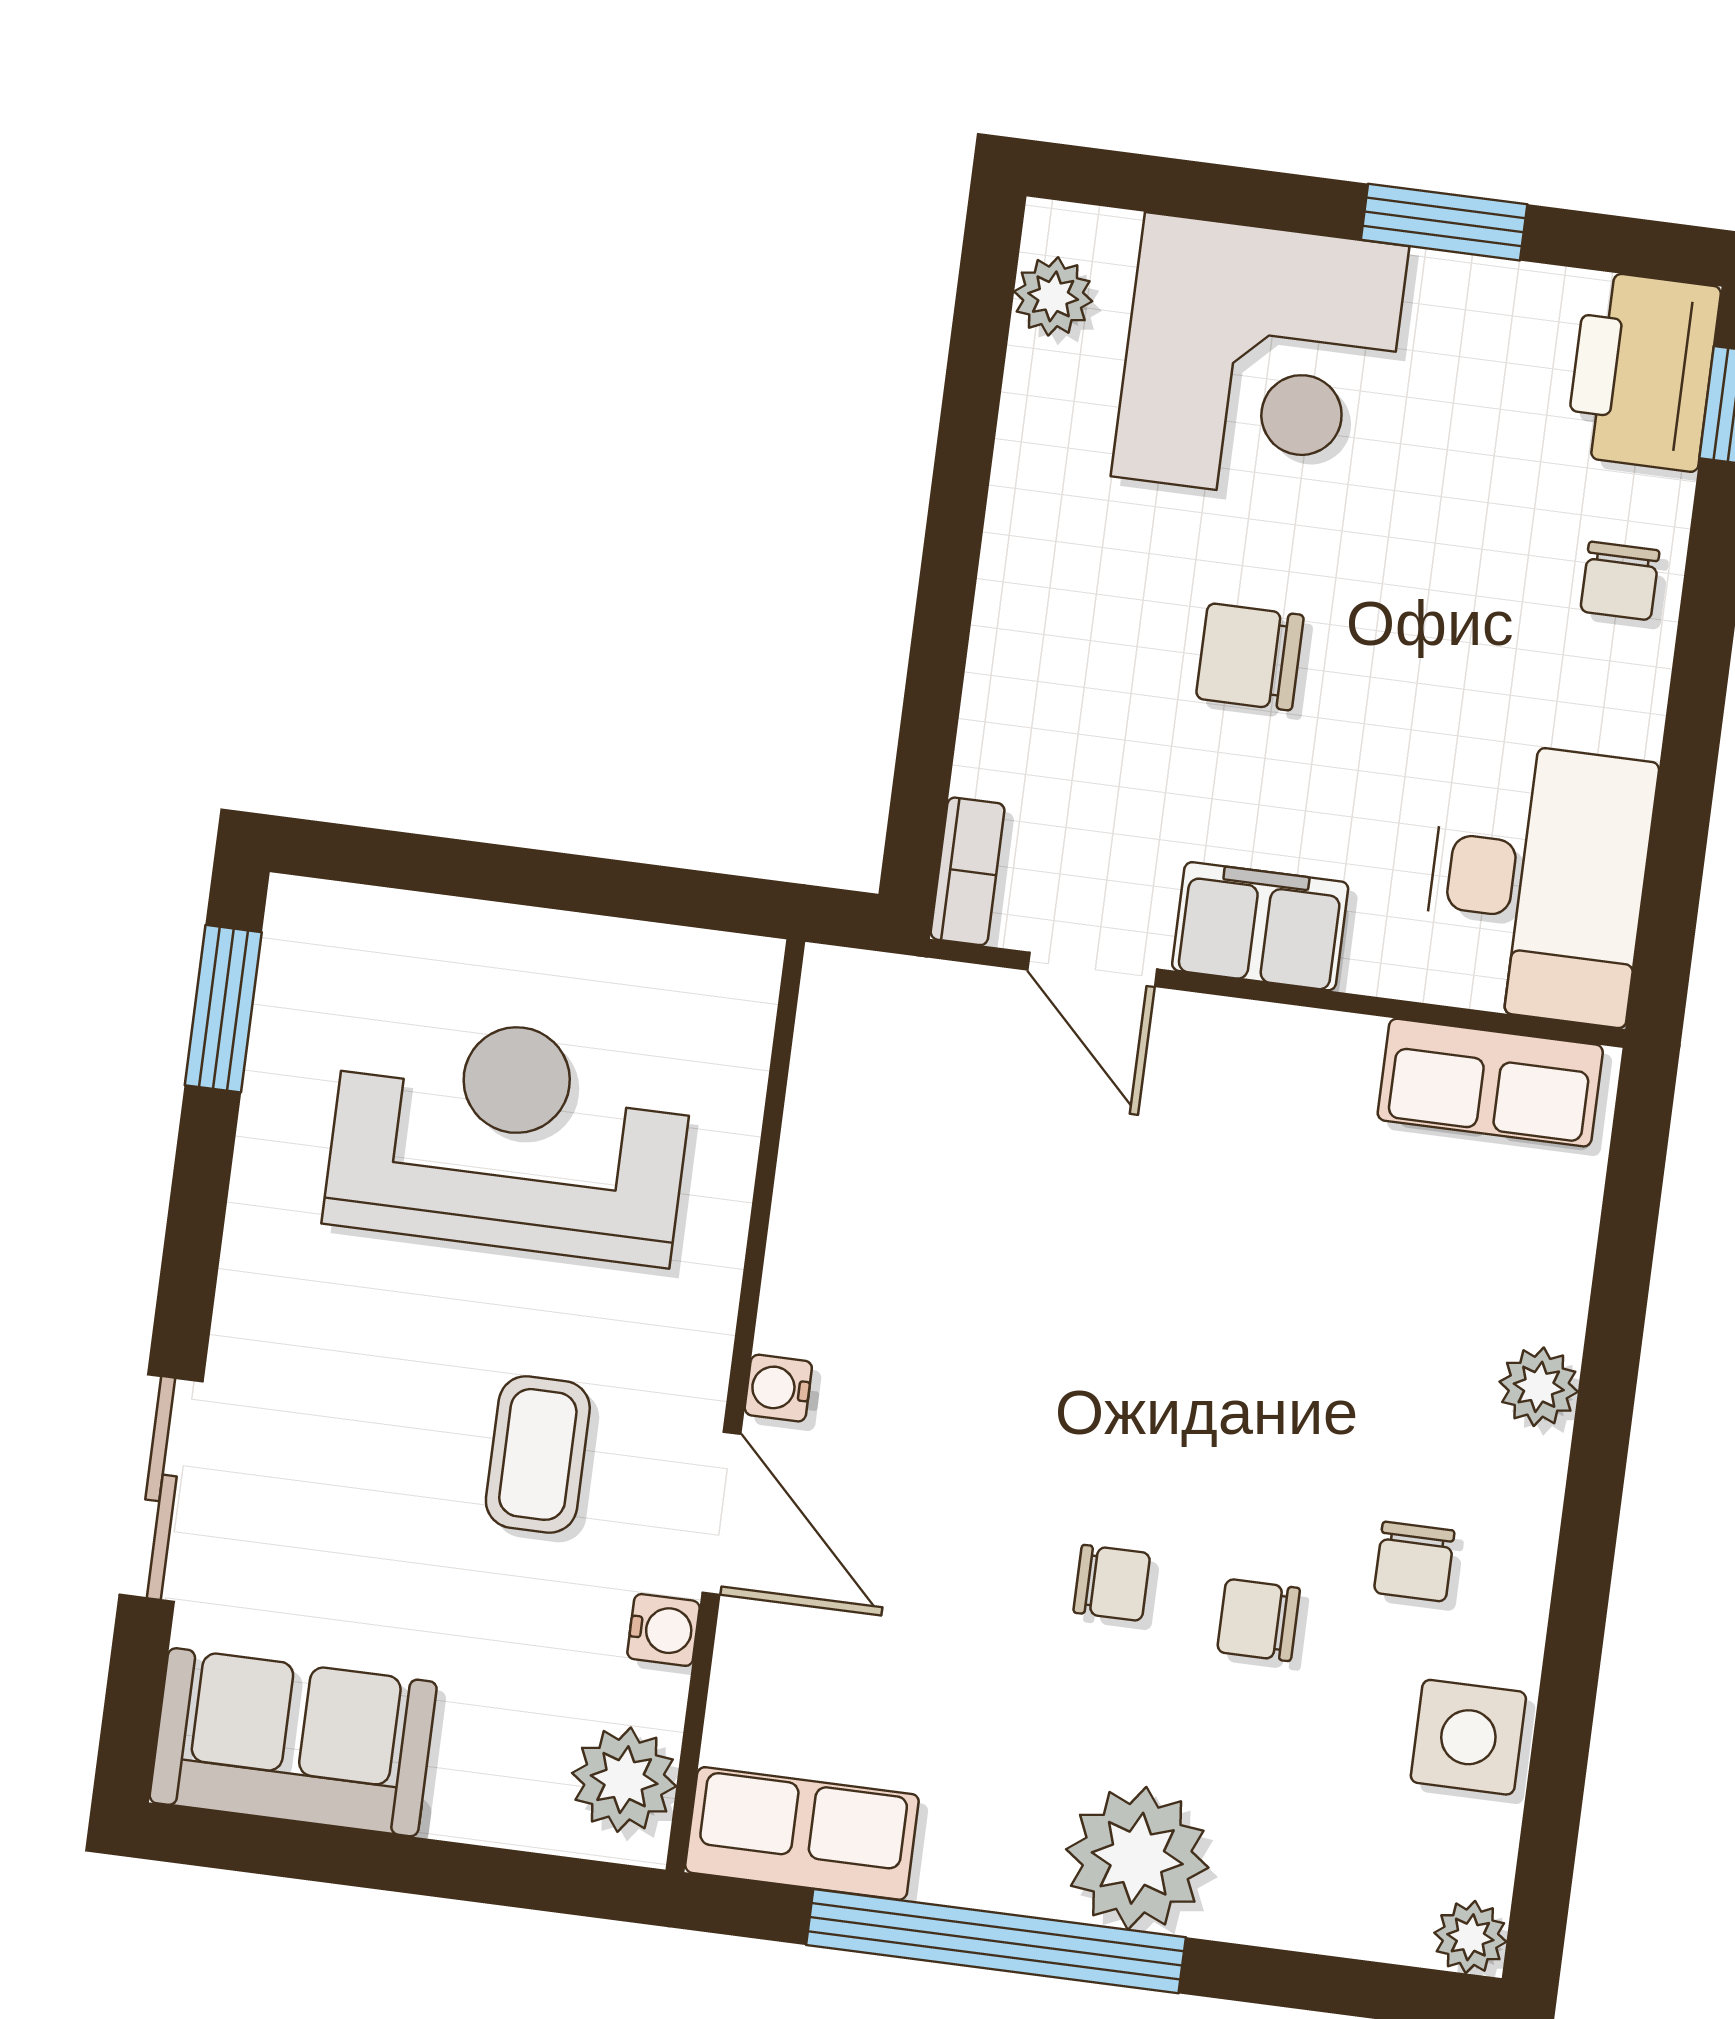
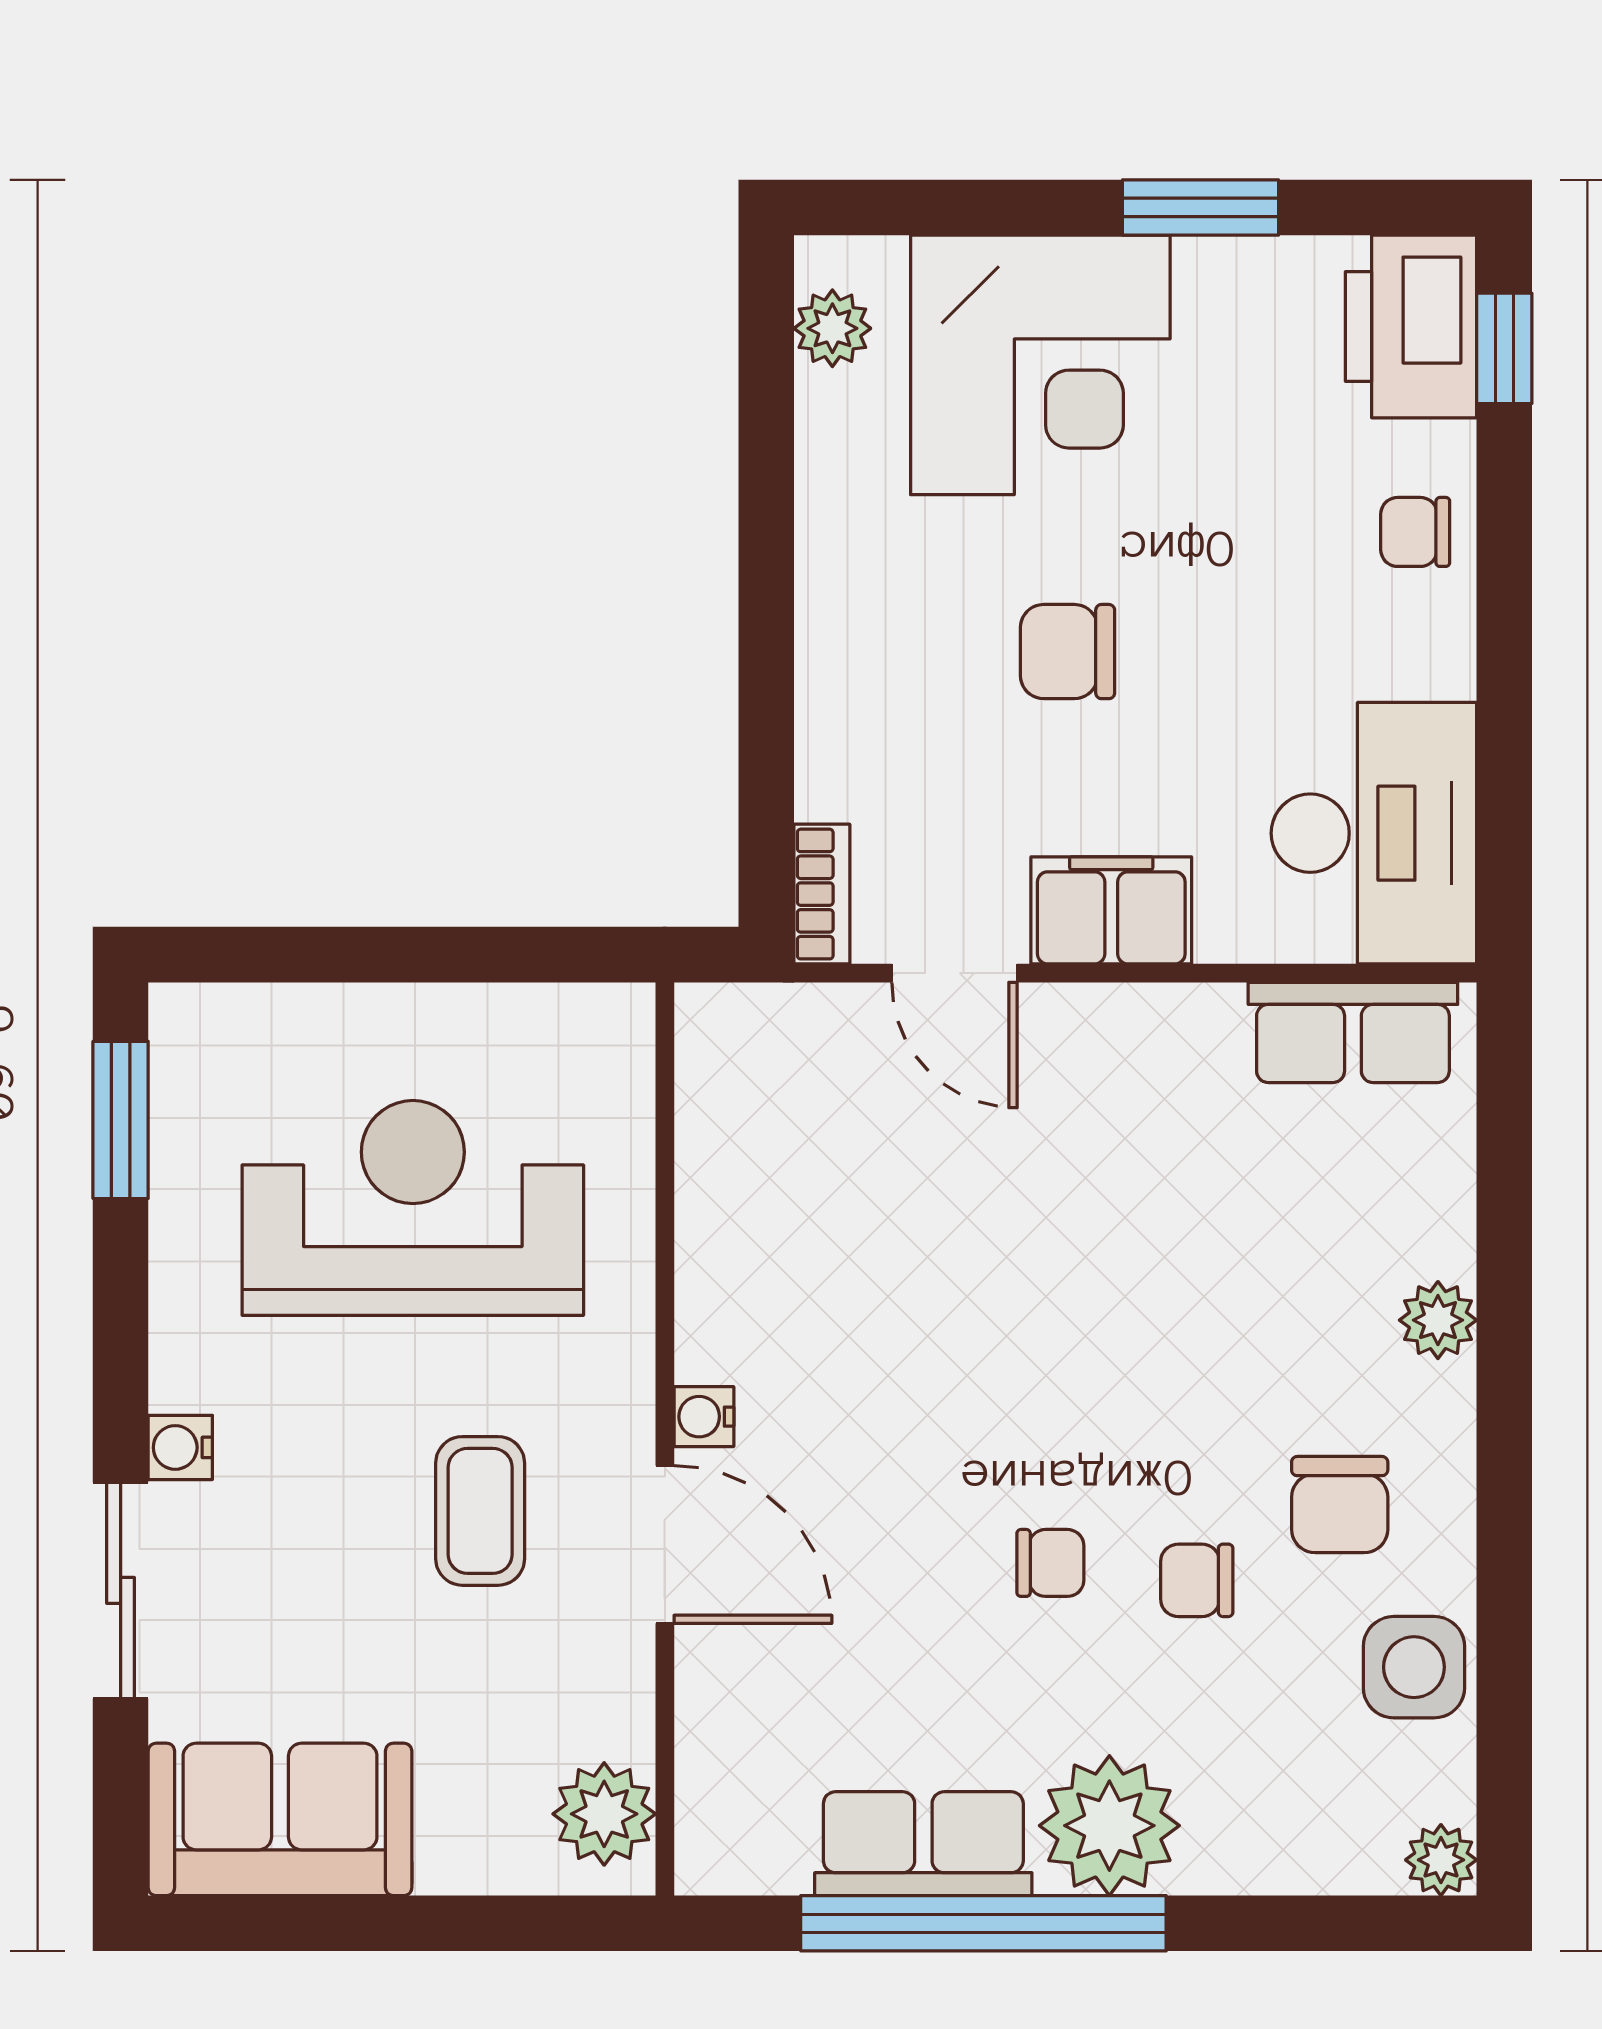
chair: (1620, 581) -> (1415, 532), turned 90
chair: (1414, 1562) -> (1340, 1505), width x1.37, depth x1.37
water cooler: (664, 1630) -> (180, 1447), moved, turned 180
row of seats: (802, 1833) -> (923, 1844), moved

